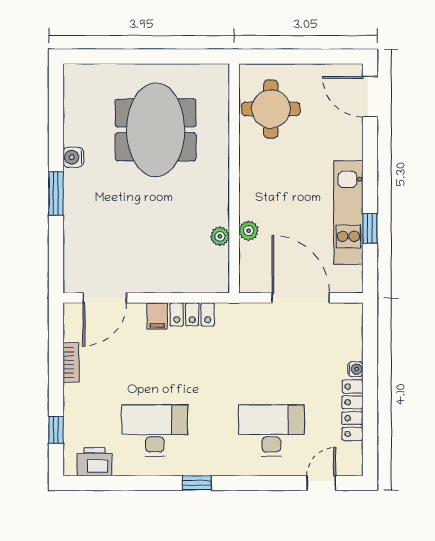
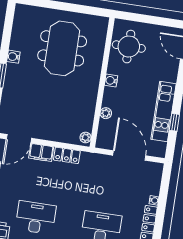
water cooler: (249, 173) -> (111, 81), added
plant: (220, 236) -> (85, 138), moved
filing cabinet: (157, 316) -> (41, 152), width x2.00

